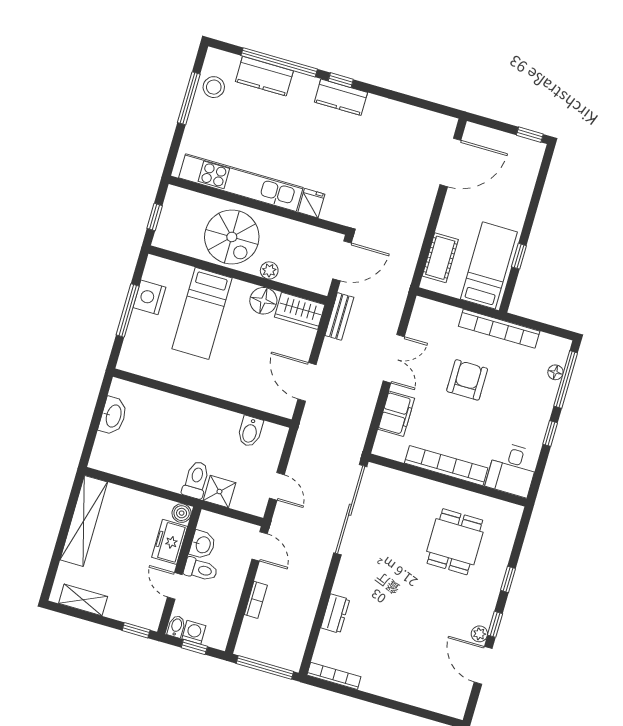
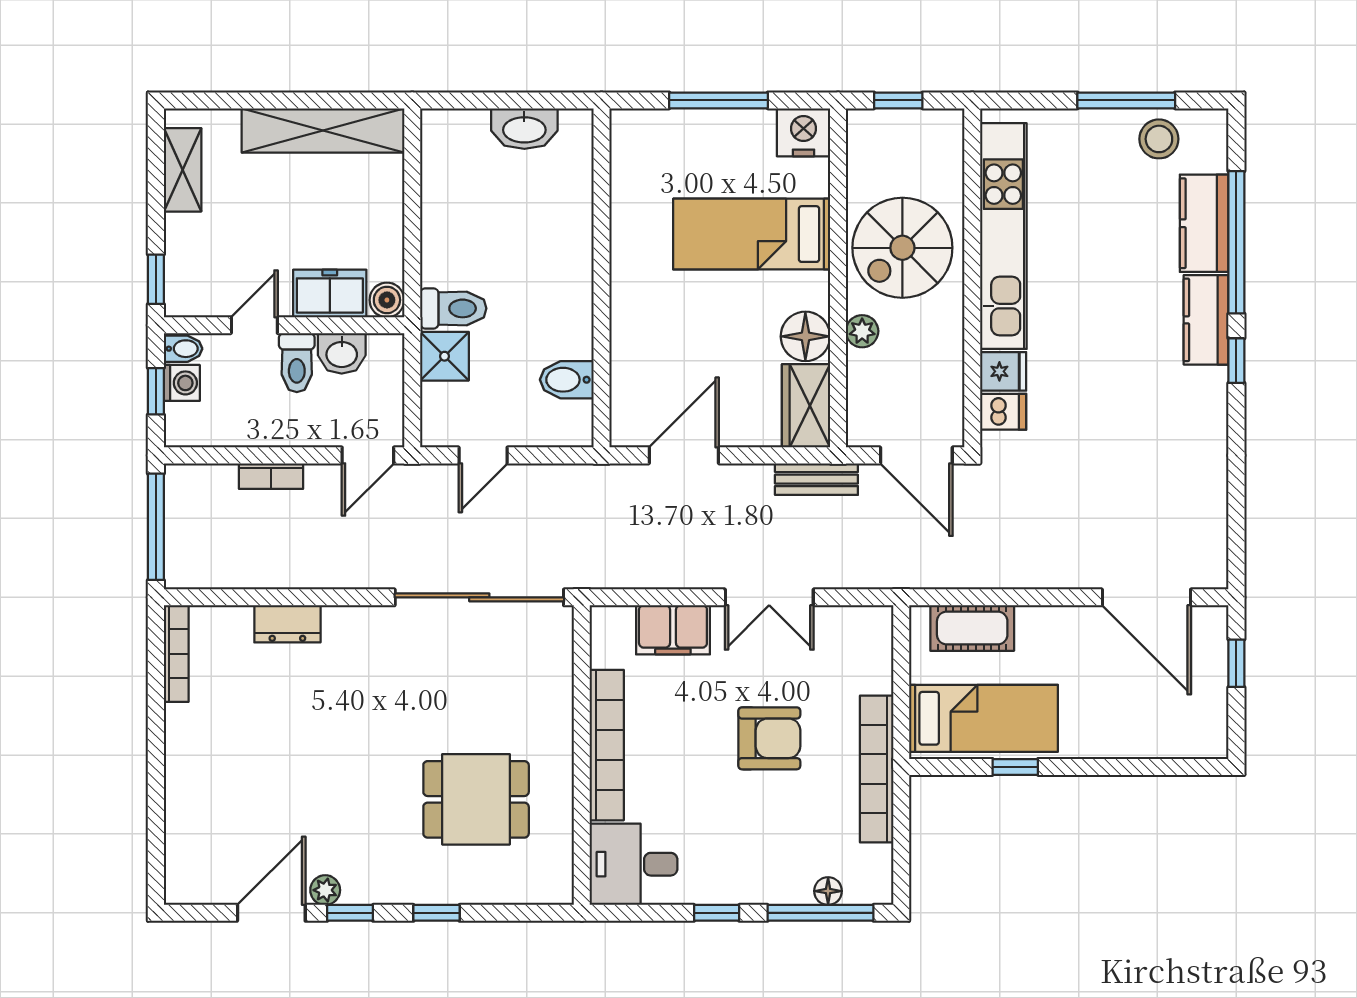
kitchen counter: (341, 97) -> (1206, 320), moved
window: (530, 135) -> (1236, 663), moved
dishwasher: (332, 209) -> (1003, 412), added
nightstand: (149, 297) -> (803, 132), moved

